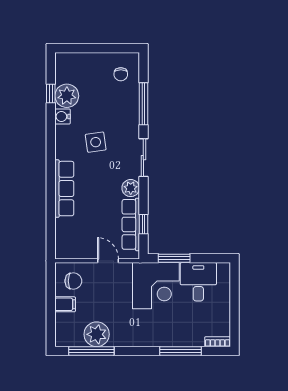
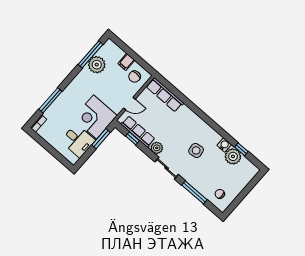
row of seats: (64, 189) -> (165, 95), moved

